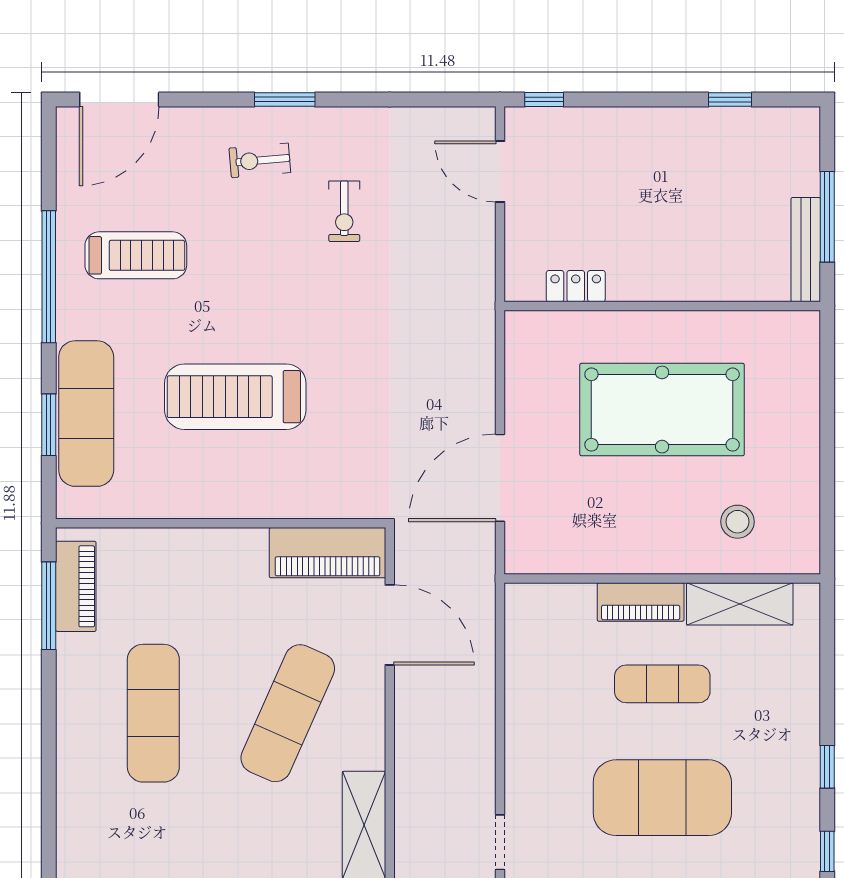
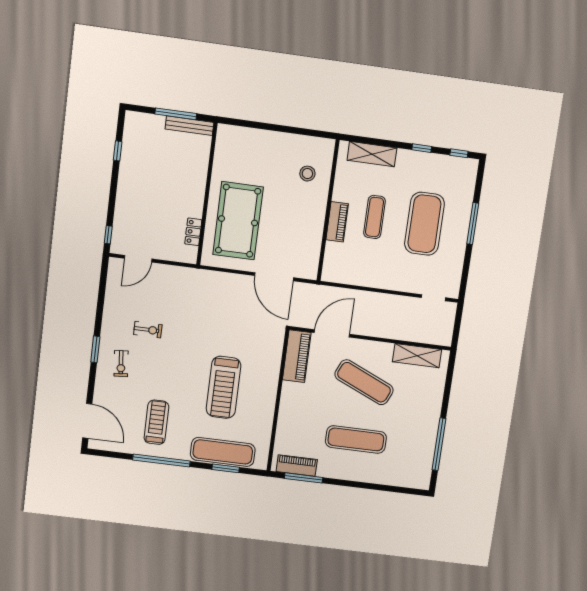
pool table: (662, 410) -> (238, 221), moved
shelving: (740, 604) -> (372, 154), moved, turned 90

